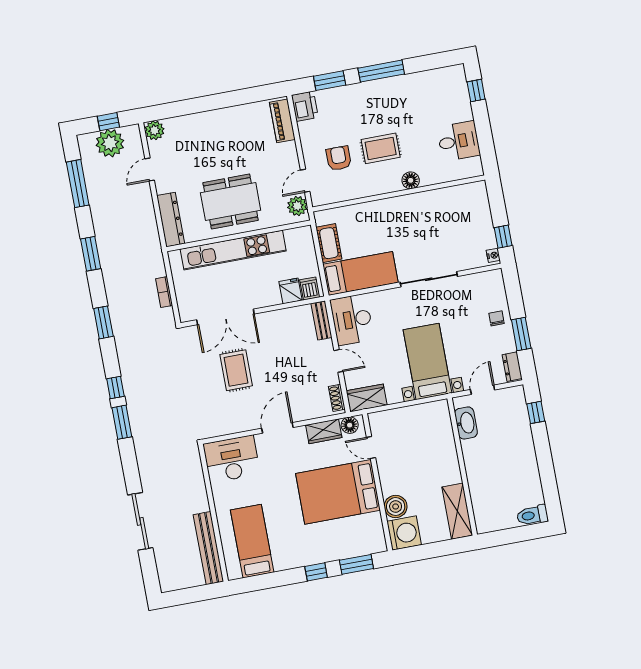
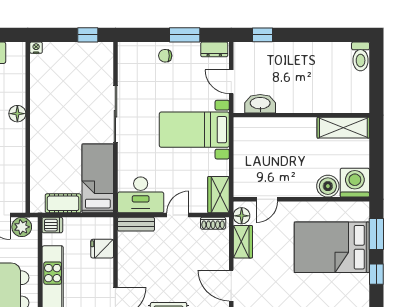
nightstand: (493, 255) -> (36, 48), moved
dishwasher: (310, 289) -> (52, 225), moved, turned 180
bed: (338, 492) -> (332, 247), moved, turned 90

